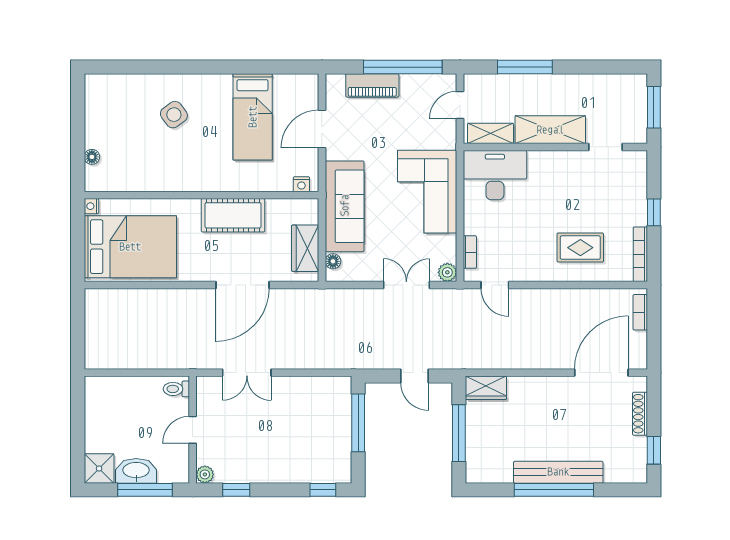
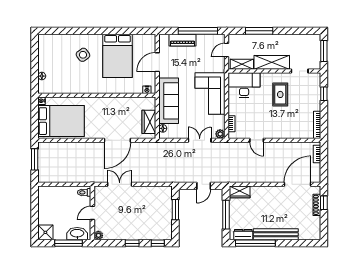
bed: (253, 117) -> (118, 56), width x1.50
window: (654, 212) -> (324, 94), moved
cot: (233, 215) -> (113, 105), removed
rug: (580, 248) -> (280, 94), moved, turned 90
door: (495, 285) -> (257, 140), moved
window: (78, 323) -> (35, 159), added
double door: (247, 373) -> (120, 184), swing flipped
door: (414, 376) -> (204, 186), hinge flipped
window: (358, 423) -> (175, 210), width x0.69
window: (654, 450) -> (324, 203), moved
washbasin: (136, 471) -> (77, 234), moved
dresser: (493, 473) -> (243, 235), added
window: (236, 490) -> (132, 243), moved
window: (554, 490) -> (255, 243), moved

